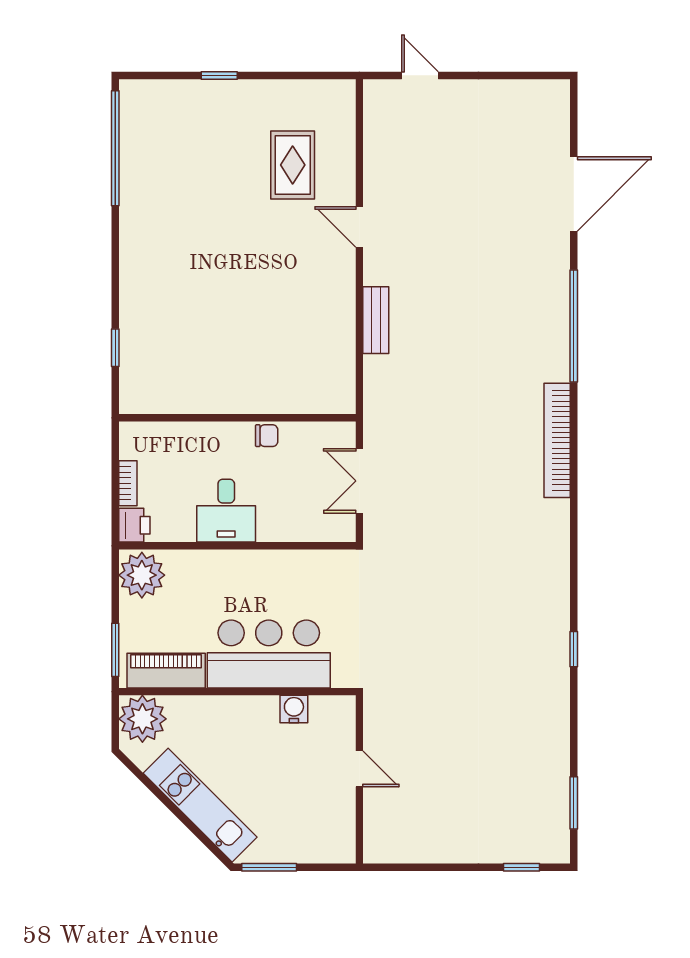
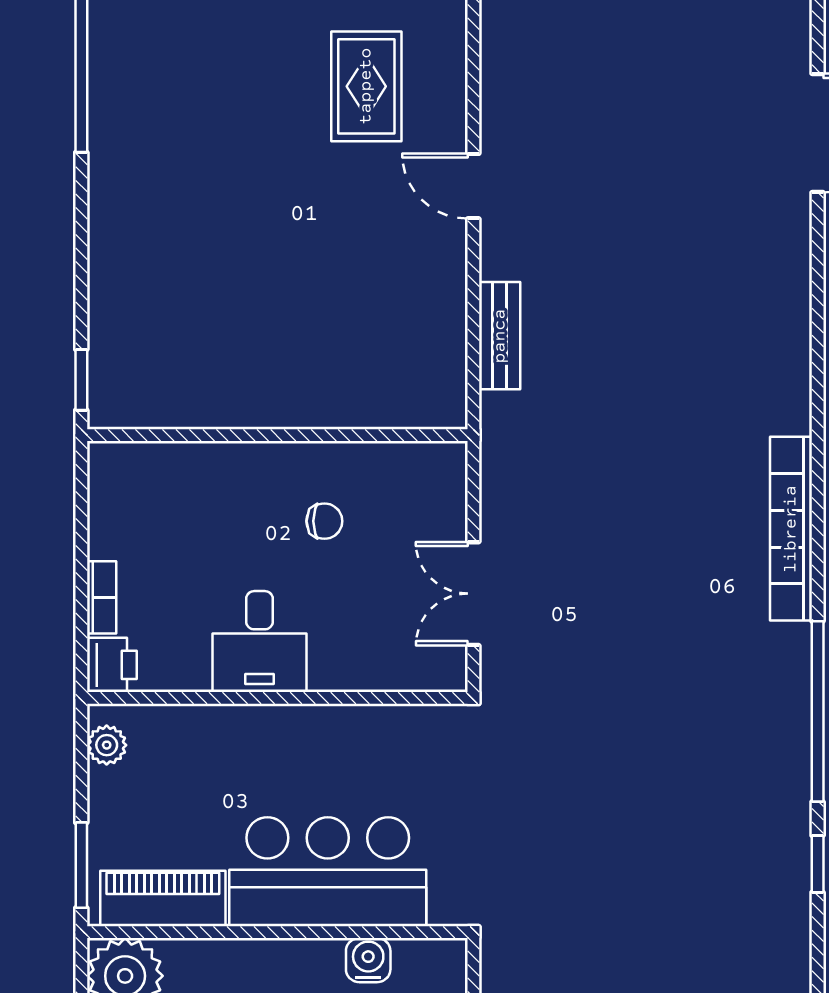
window: (574, 326) -> (818, 711), moved
wall: (237, 418) -> (277, 435), moved
plant: (142, 575) -> (107, 745), width x0.53, depth x0.53

